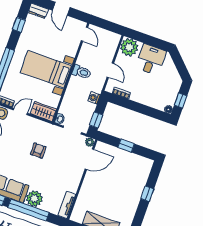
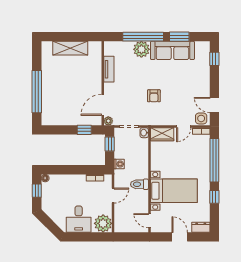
window: (19, 25) -> (214, 197), moved
bed with nightstands: (46, 69) -> (174, 191), moved
door: (110, 70) -> (113, 196), swing flipped
window: (126, 146) -> (84, 130), moved
window: (147, 194) -> (37, 92), width x3.17
tv unit: (67, 205) -> (109, 69), moved

